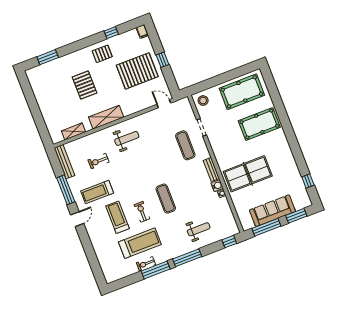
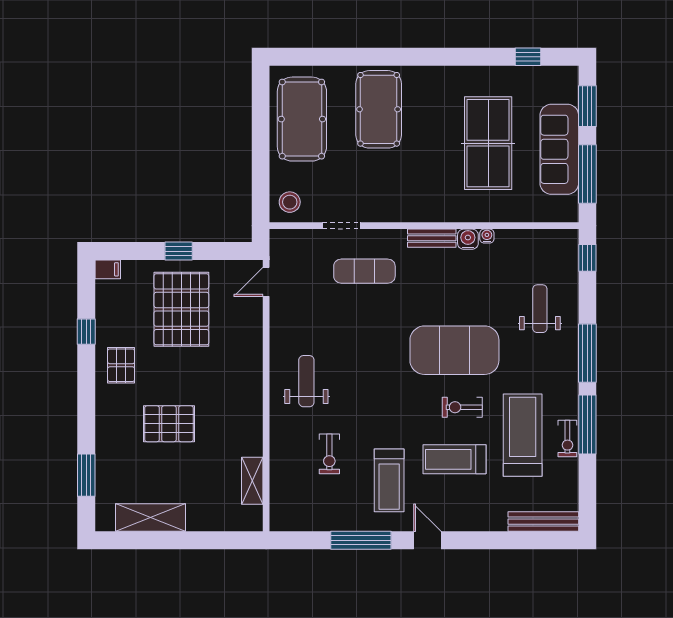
shelving: (106, 117) -> (151, 517), moved, turned 90
bench: (64, 162) -> (543, 522), moved
table tennis table: (248, 174) -> (488, 143), moved
exercise mat: (166, 199) -> (454, 350), width x2.00, depth x1.45

